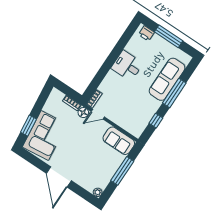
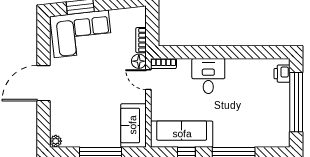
window: (169, 36) -> (296, 102), width x1.46
desk: (127, 66) -> (208, 76), moved
sofa: (167, 79) -> (182, 134), moved

